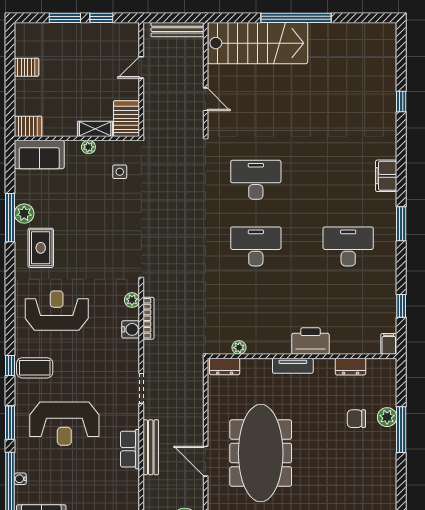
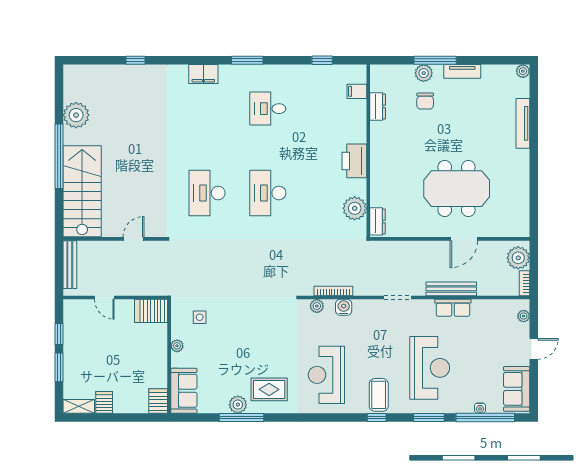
plant: (341, 36) -> (76, 115), added
shelving: (95, 129) -> (79, 406), moved, turned 90
desk: (348, 246) -> (268, 109), width x0.73
printer: (310, 341) -> (354, 161), moved
filing cabinet: (389, 344) -> (357, 91), moved
plant: (239, 348) -> (355, 208), width x1.87, depth x1.87
tv unit: (293, 366) -> (462, 71), moved, turned 90
meeting table: (261, 453) -> (457, 189), width x0.73

